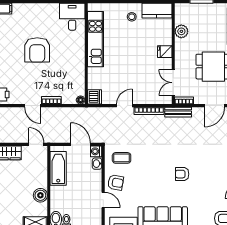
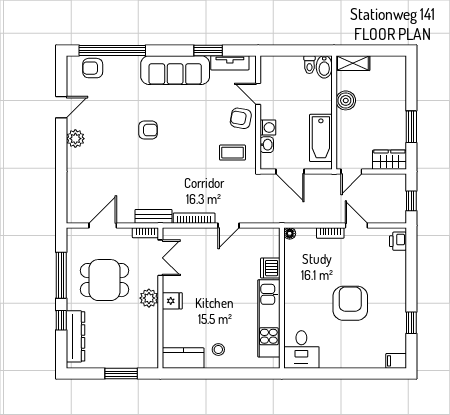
plant: (181, 31) -> (149, 298), moved
dishwasher: (94, 97) -> (270, 268), moved
door: (36, 144) -> (351, 172), hinge flipped
washing machine: (96, 151) -> (268, 128), moved

